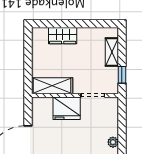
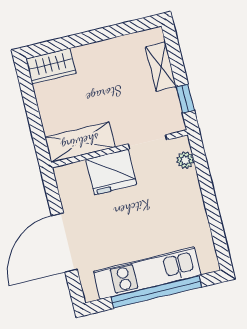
wardrobe: (63, 36) -> (51, 66), moved
plant: (113, 142) -> (185, 160), moved

